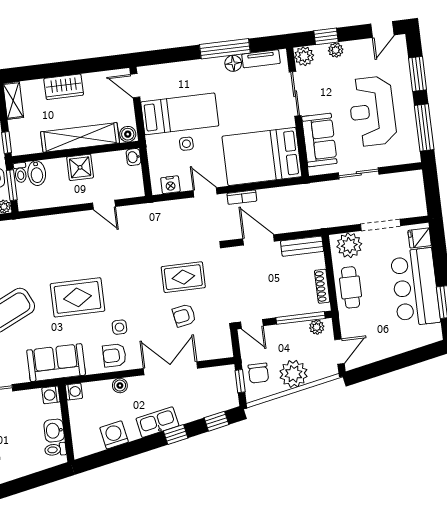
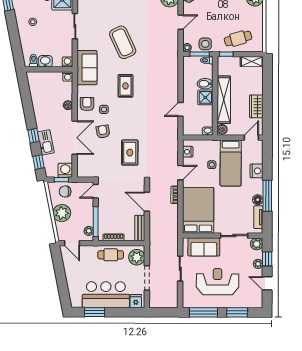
door: (382, 30) -> (267, 283), moved
nightstand: (187, 71) -> (256, 171), added
wardrobe: (64, 87) -> (256, 106), moved
bidet: (37, 173) -> (205, 84), moved
door: (259, 240) -> (147, 202), swing flipped
rug: (77, 297) -> (125, 86), width x0.73, depth x0.70
armchair: (184, 316) -> (103, 132), moved
kitchen sink: (157, 422) -> (46, 142), moved
washing machine: (114, 435) -> (65, 170), moved, turned -79

